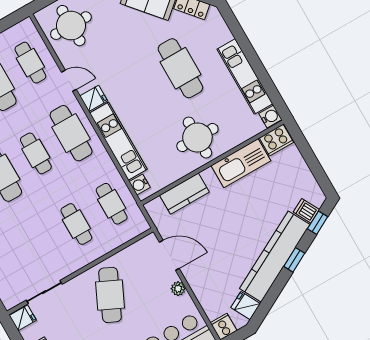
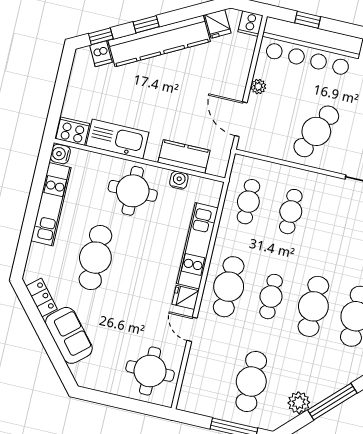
cafe table: (30, 63) -> (209, 372), removed
water cooler: (140, 184) -> (179, 180), moved, turned -90

